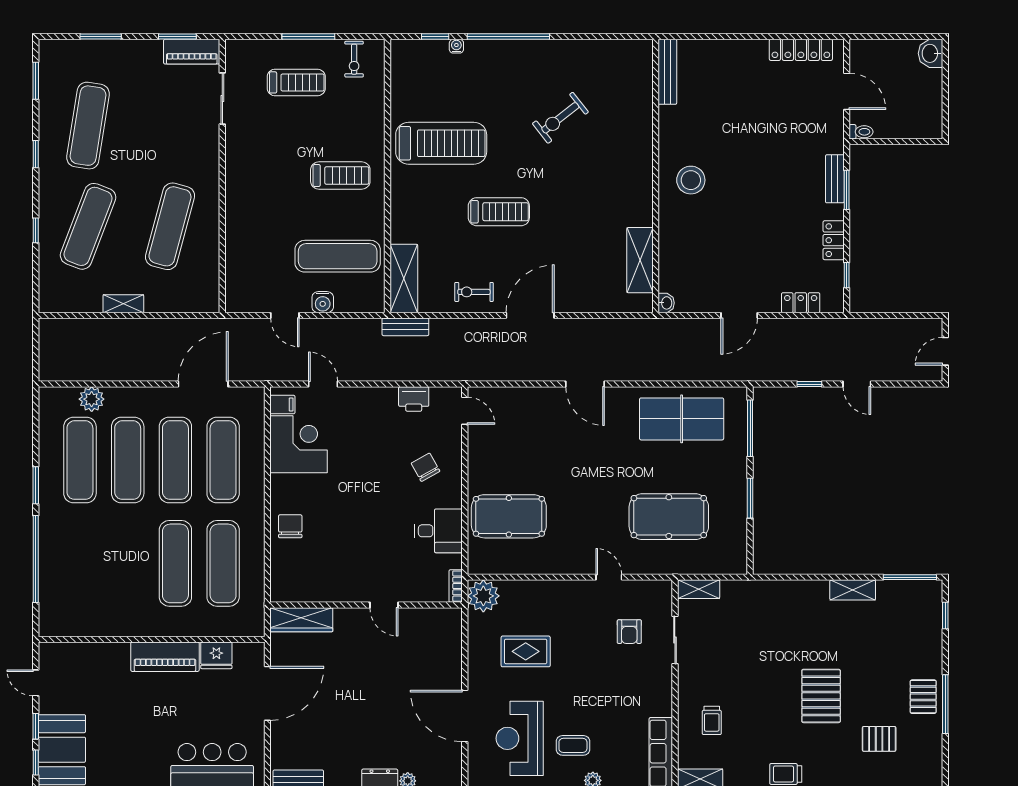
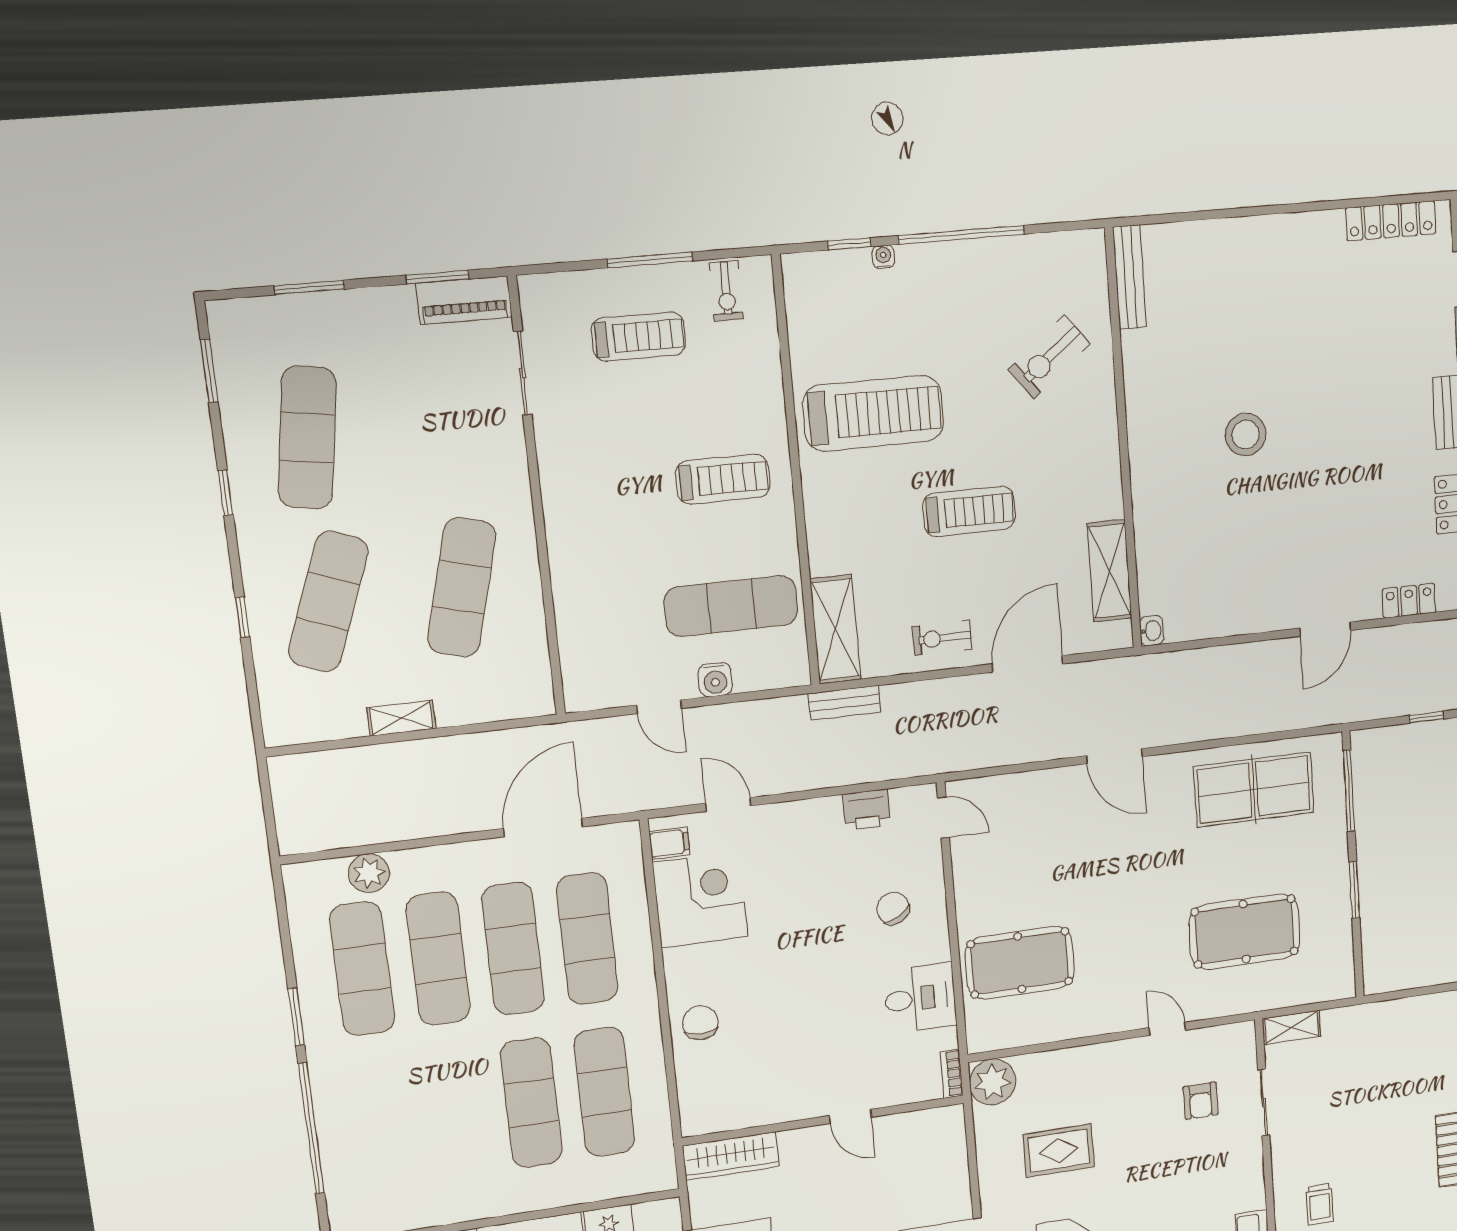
bench: (667, 72) -> (1129, 277), moved
wall: (656, 176) -> (1123, 440), moved
shelving: (640, 260) -> (1109, 571), moved
washbasin: (666, 303) -> (1152, 631), moved

